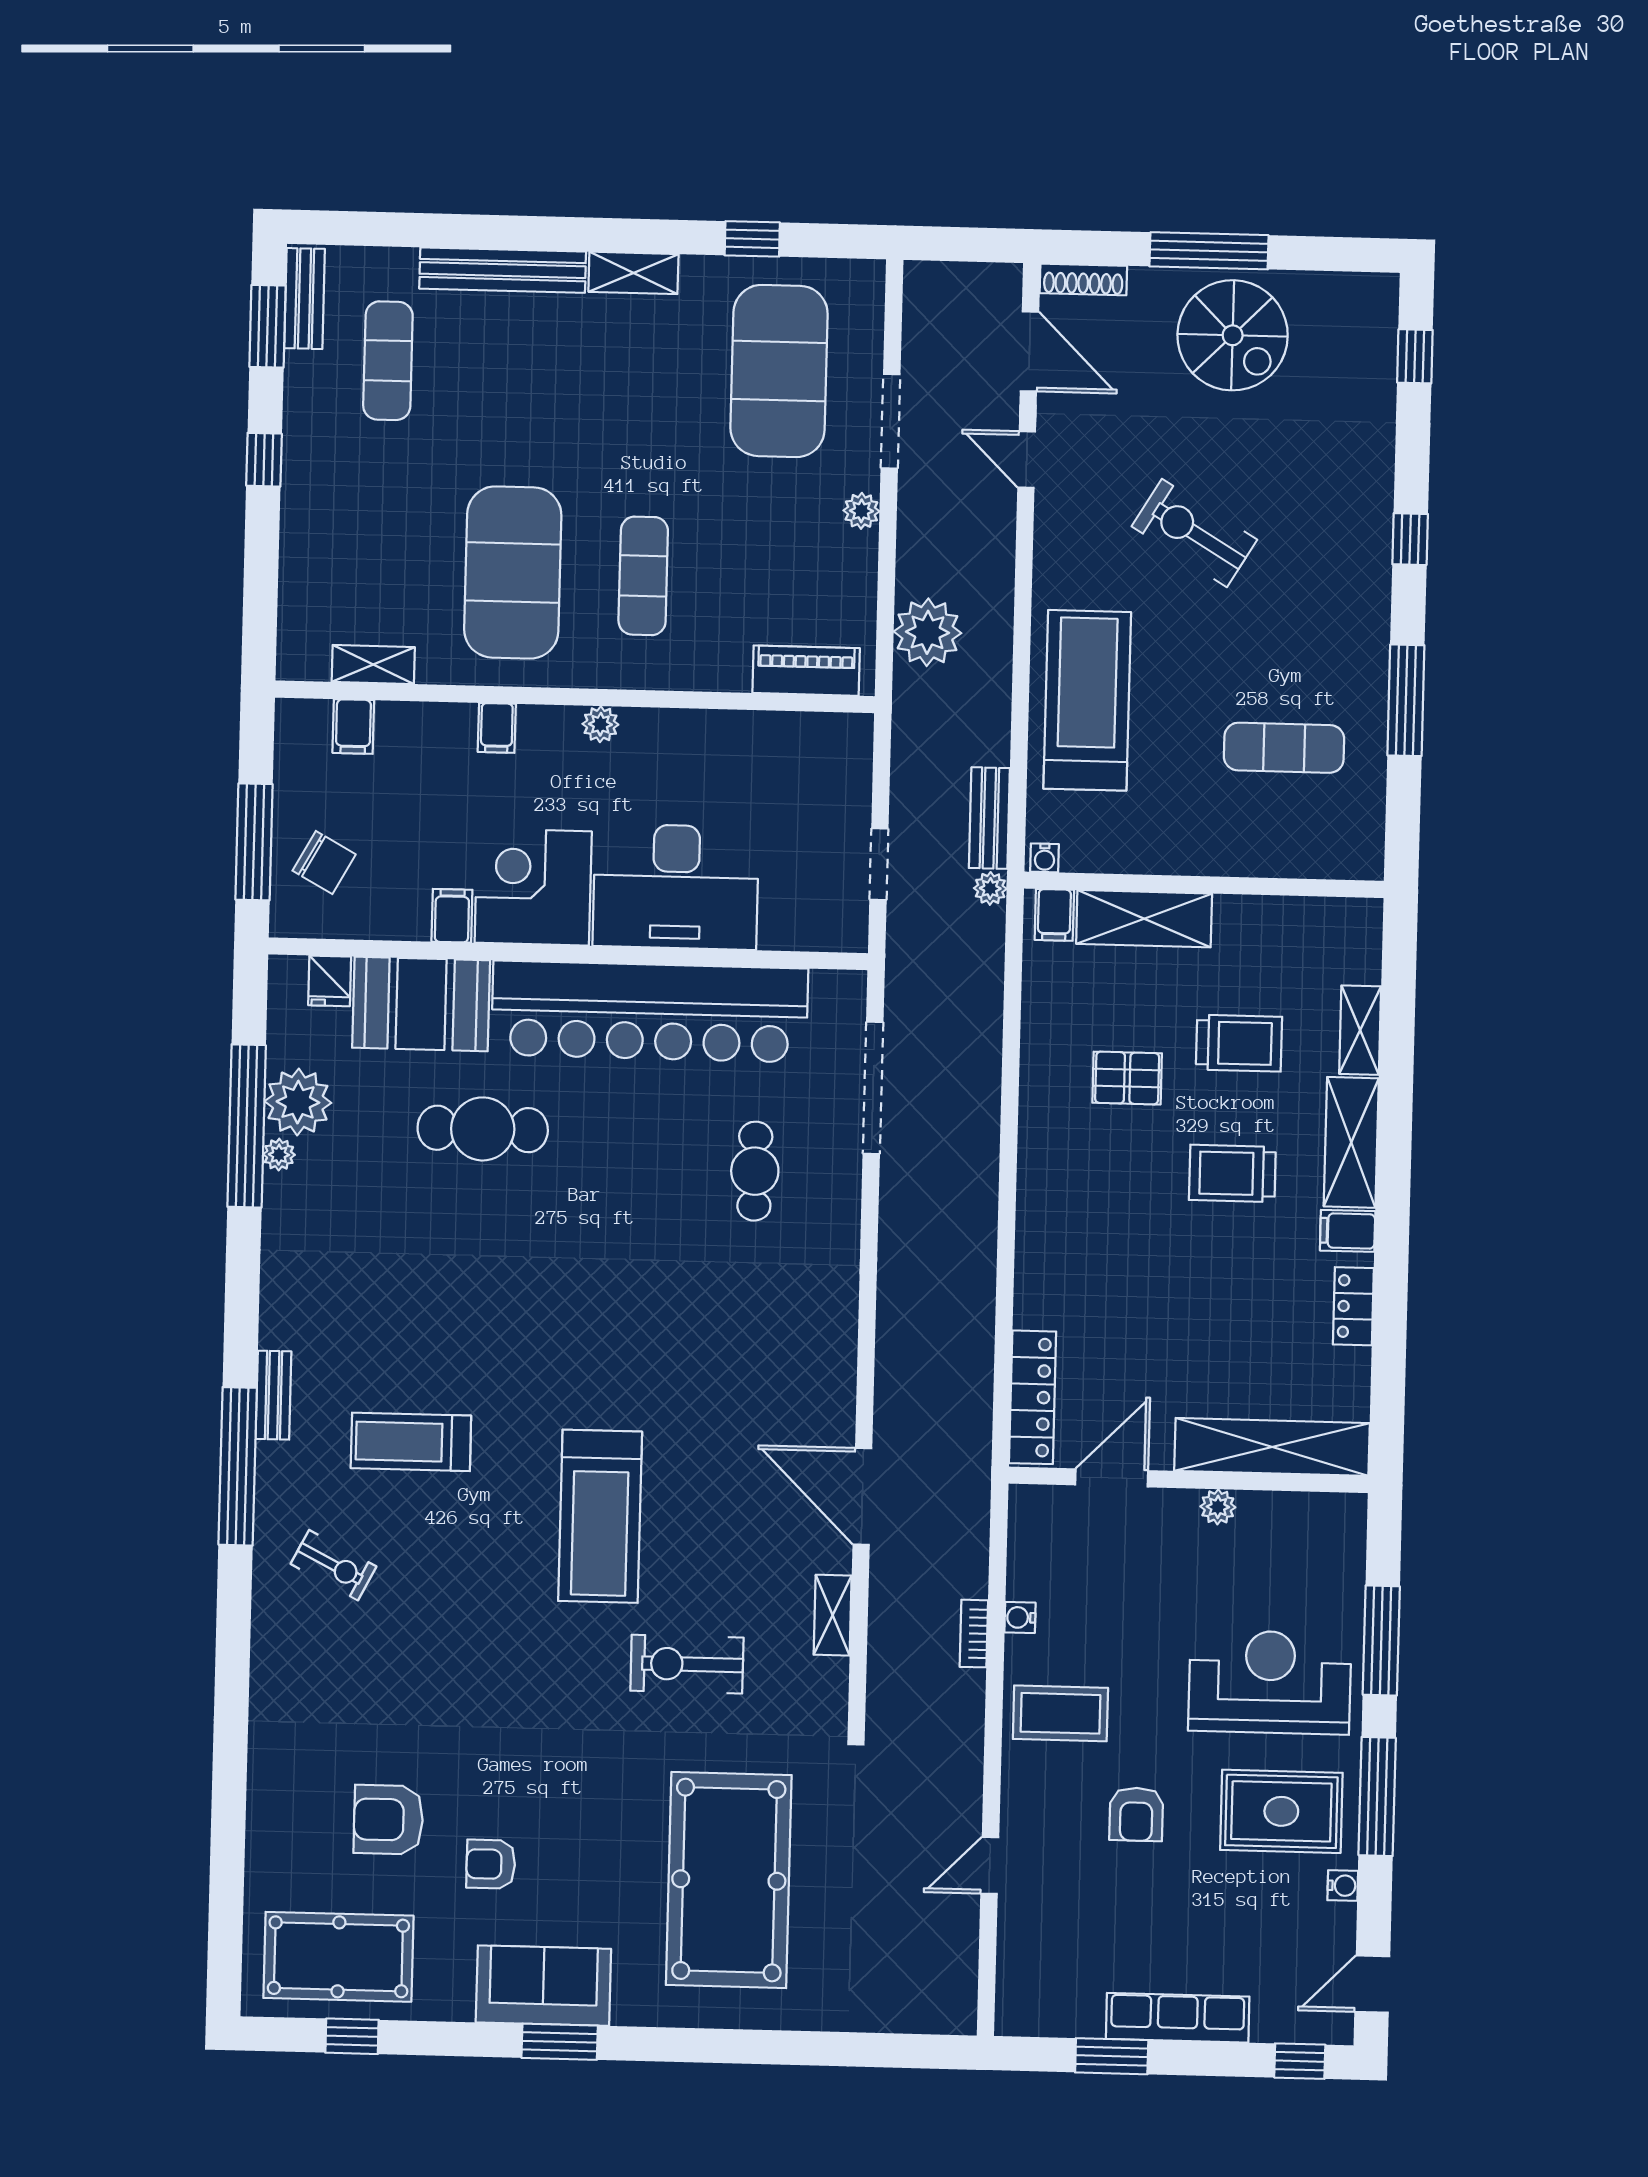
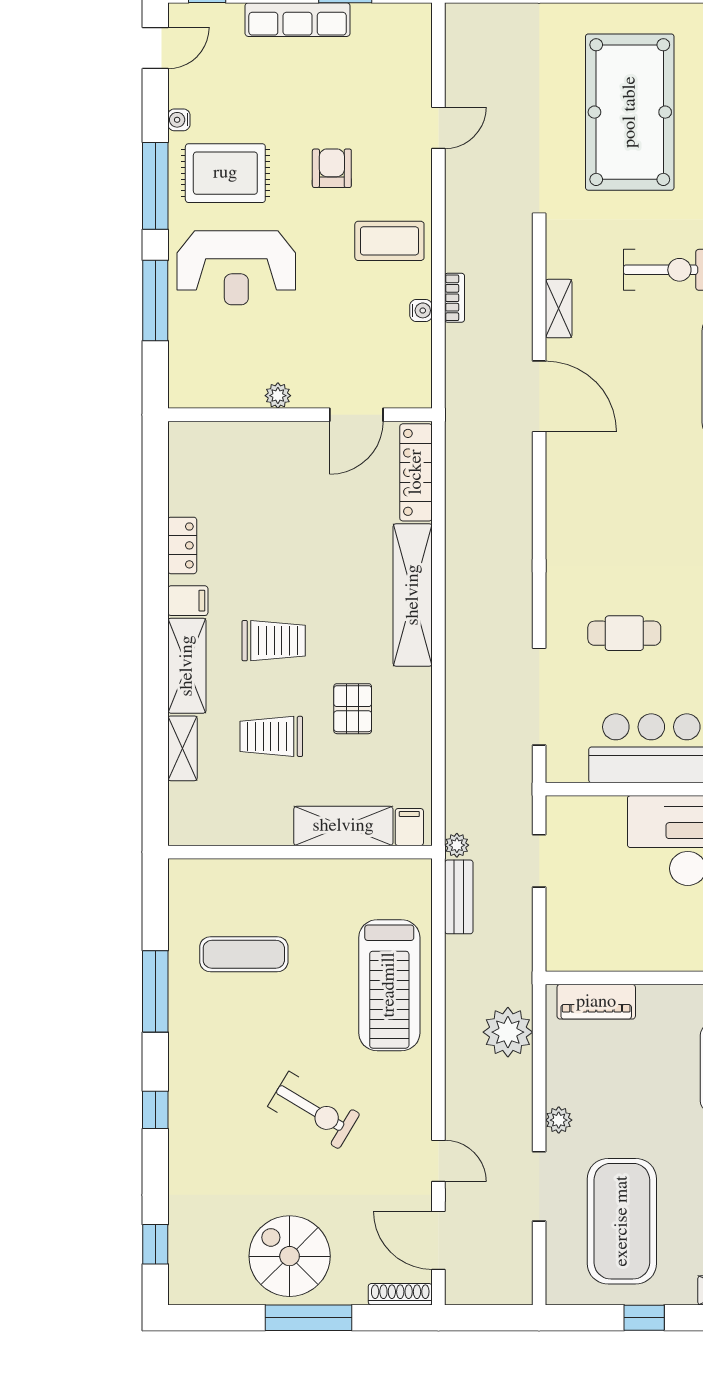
water cooler: (1045, 858) -> (418, 869), removed
pallet: (1127, 1078) -> (353, 709), turned 90
cafe table: (755, 1171) -> (624, 633), turned 90
shelving: (1272, 1447) -> (413, 595), moved, turned 90

